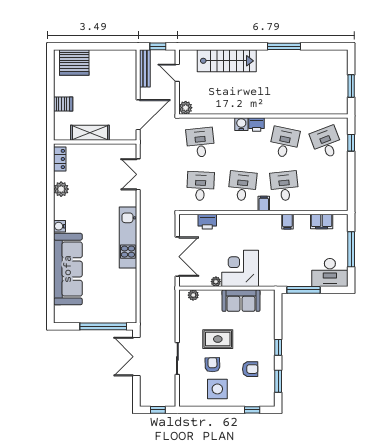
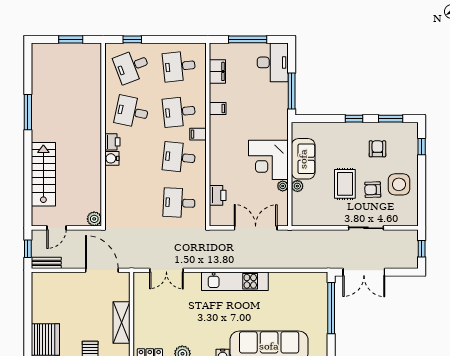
bench: (145, 68) -> (46, 263), width x0.73
desk: (200, 142) -> (179, 66), moved
plant: (193, 295) -> (297, 186), moved

